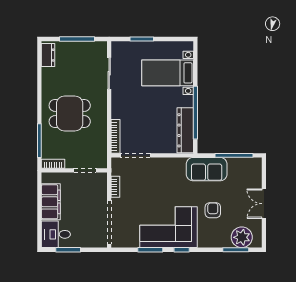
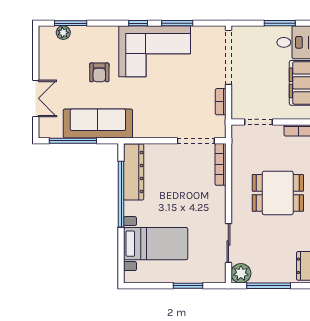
plant: (99, 49) -> (241, 273), added
sofa: (207, 169) -> (98, 124), width x1.36
double door: (264, 204) -> (36, 98), moved
plant: (242, 237) -> (63, 33), width x0.53, depth x0.53

